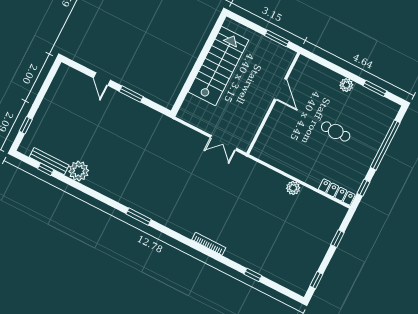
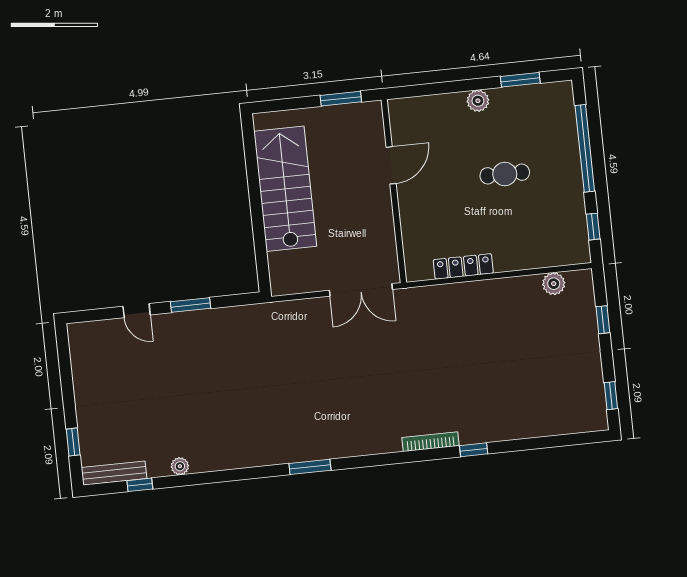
door: (280, 89) -> (391, 165), hinge flipped
double door: (224, 143) -> (361, 290), width x1.37
bench: (49, 161) -> (114, 473), moved
plant: (79, 171) -> (180, 466), width x0.53, depth x0.53
plant: (293, 188) -> (554, 284), moved
locker: (337, 192) -> (463, 266), moved
window: (253, 275) -> (474, 450), moved

